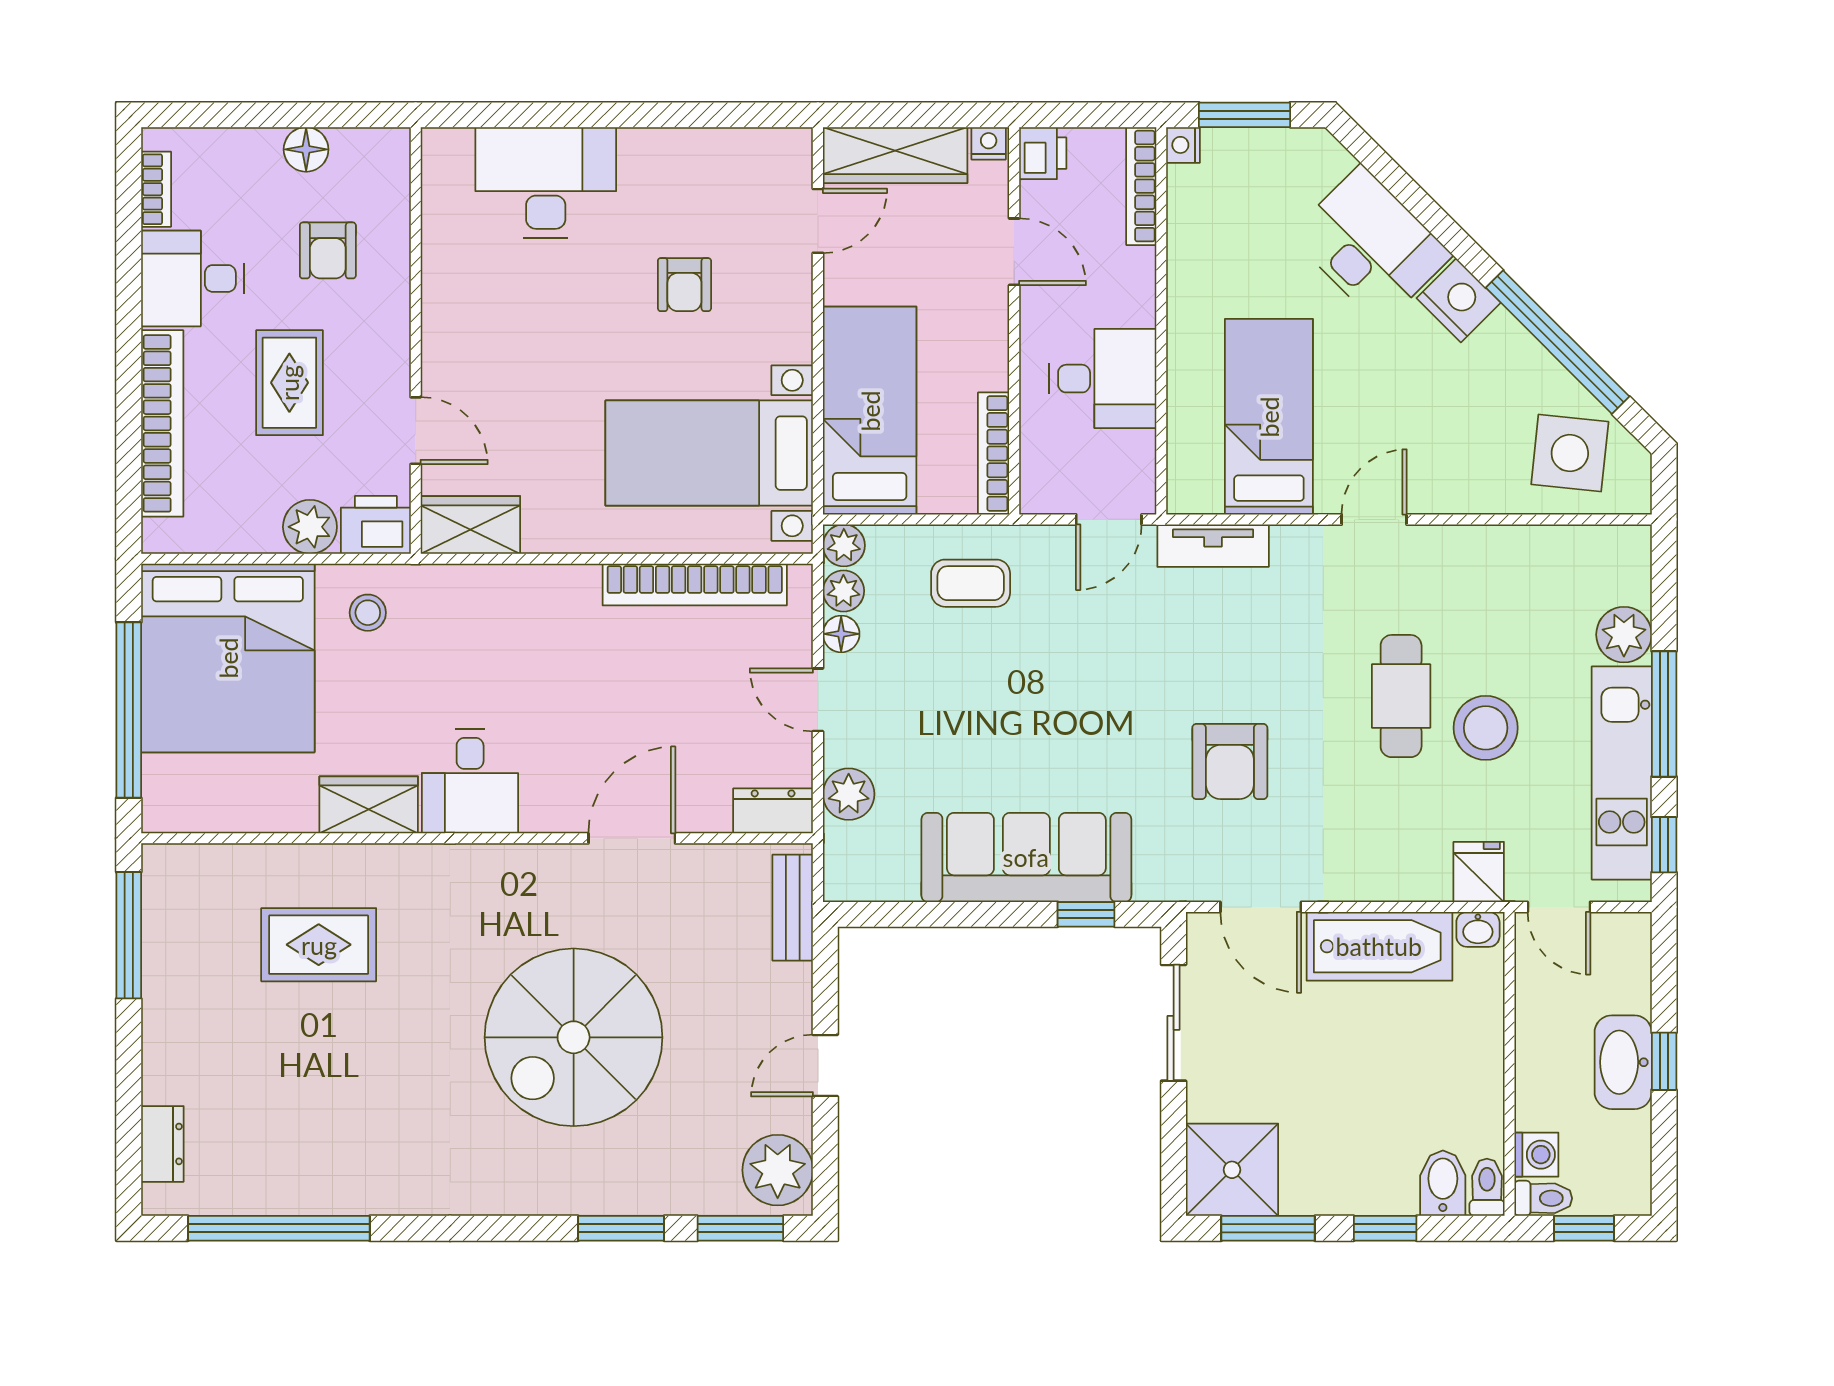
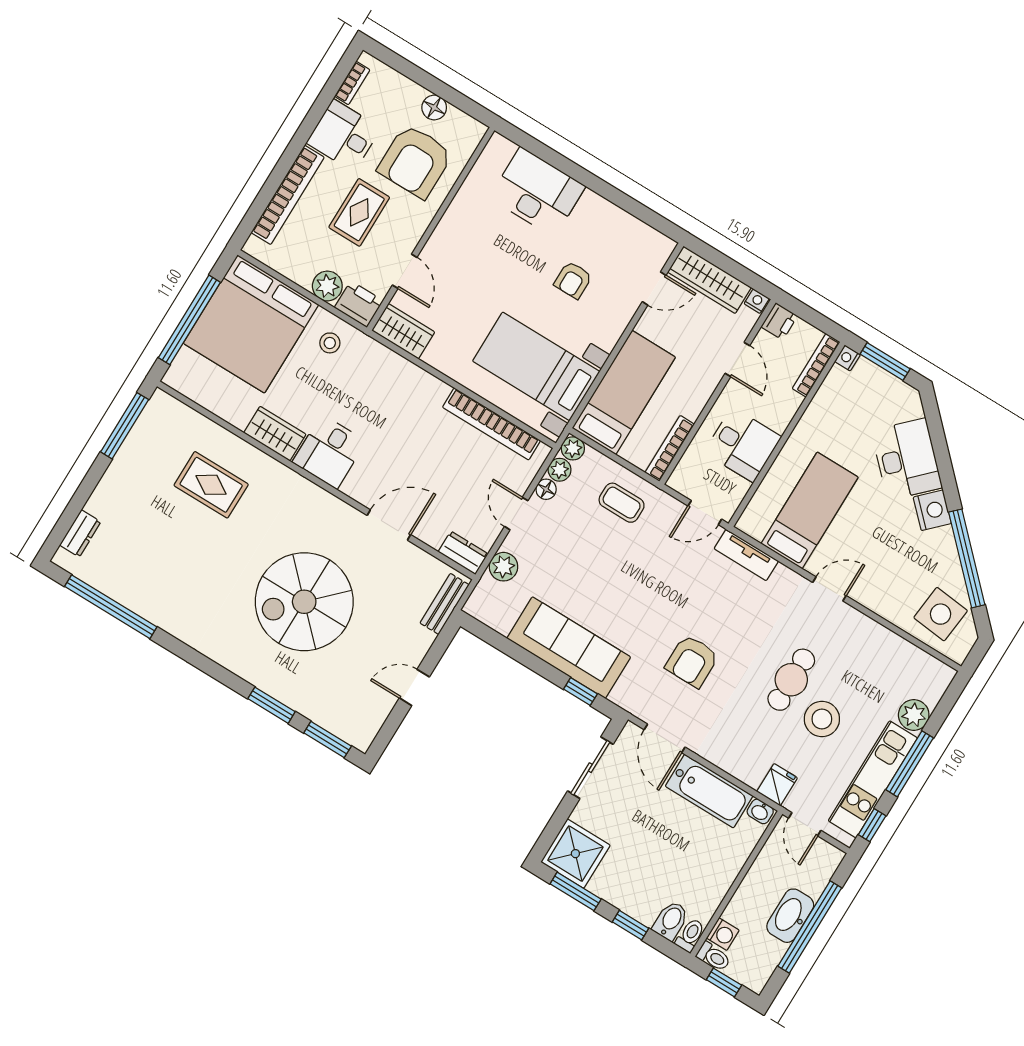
armchair: (328, 250) -> (415, 161), width x1.88, depth x1.88
window: (1664, 1061) -> (810, 927), width x3.17
plant: (778, 1170) -> (362, 723), removed

